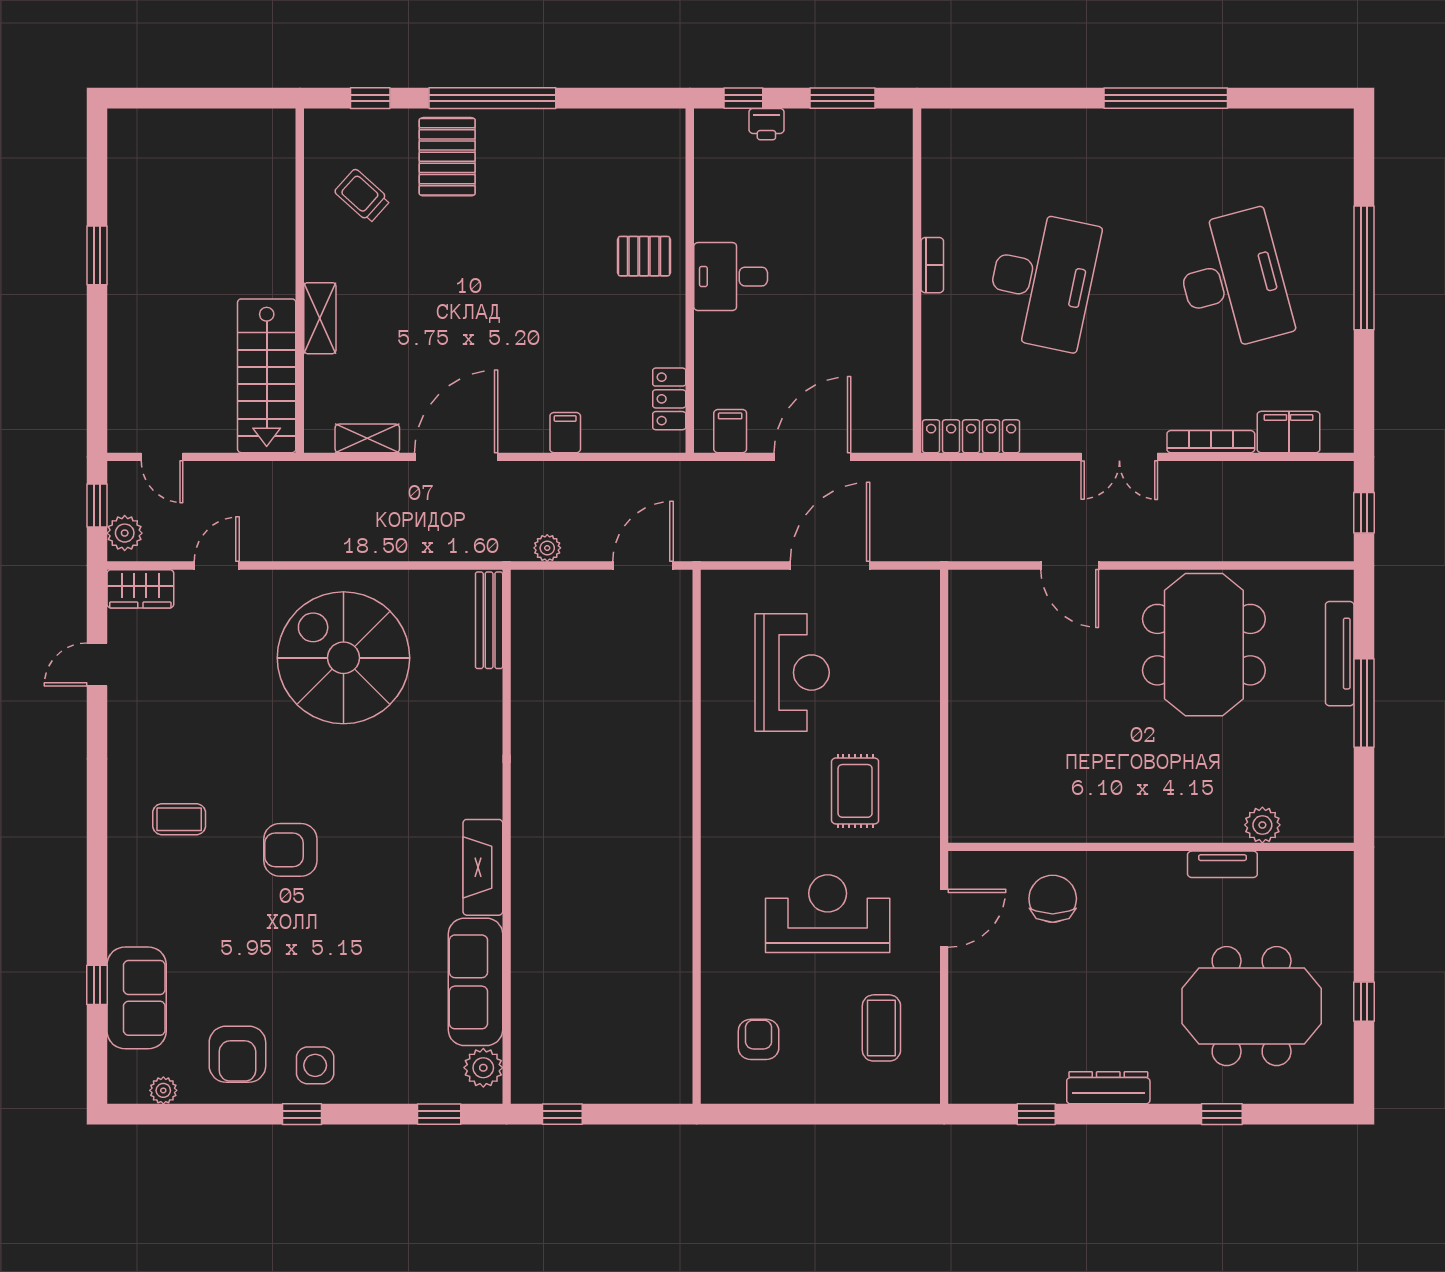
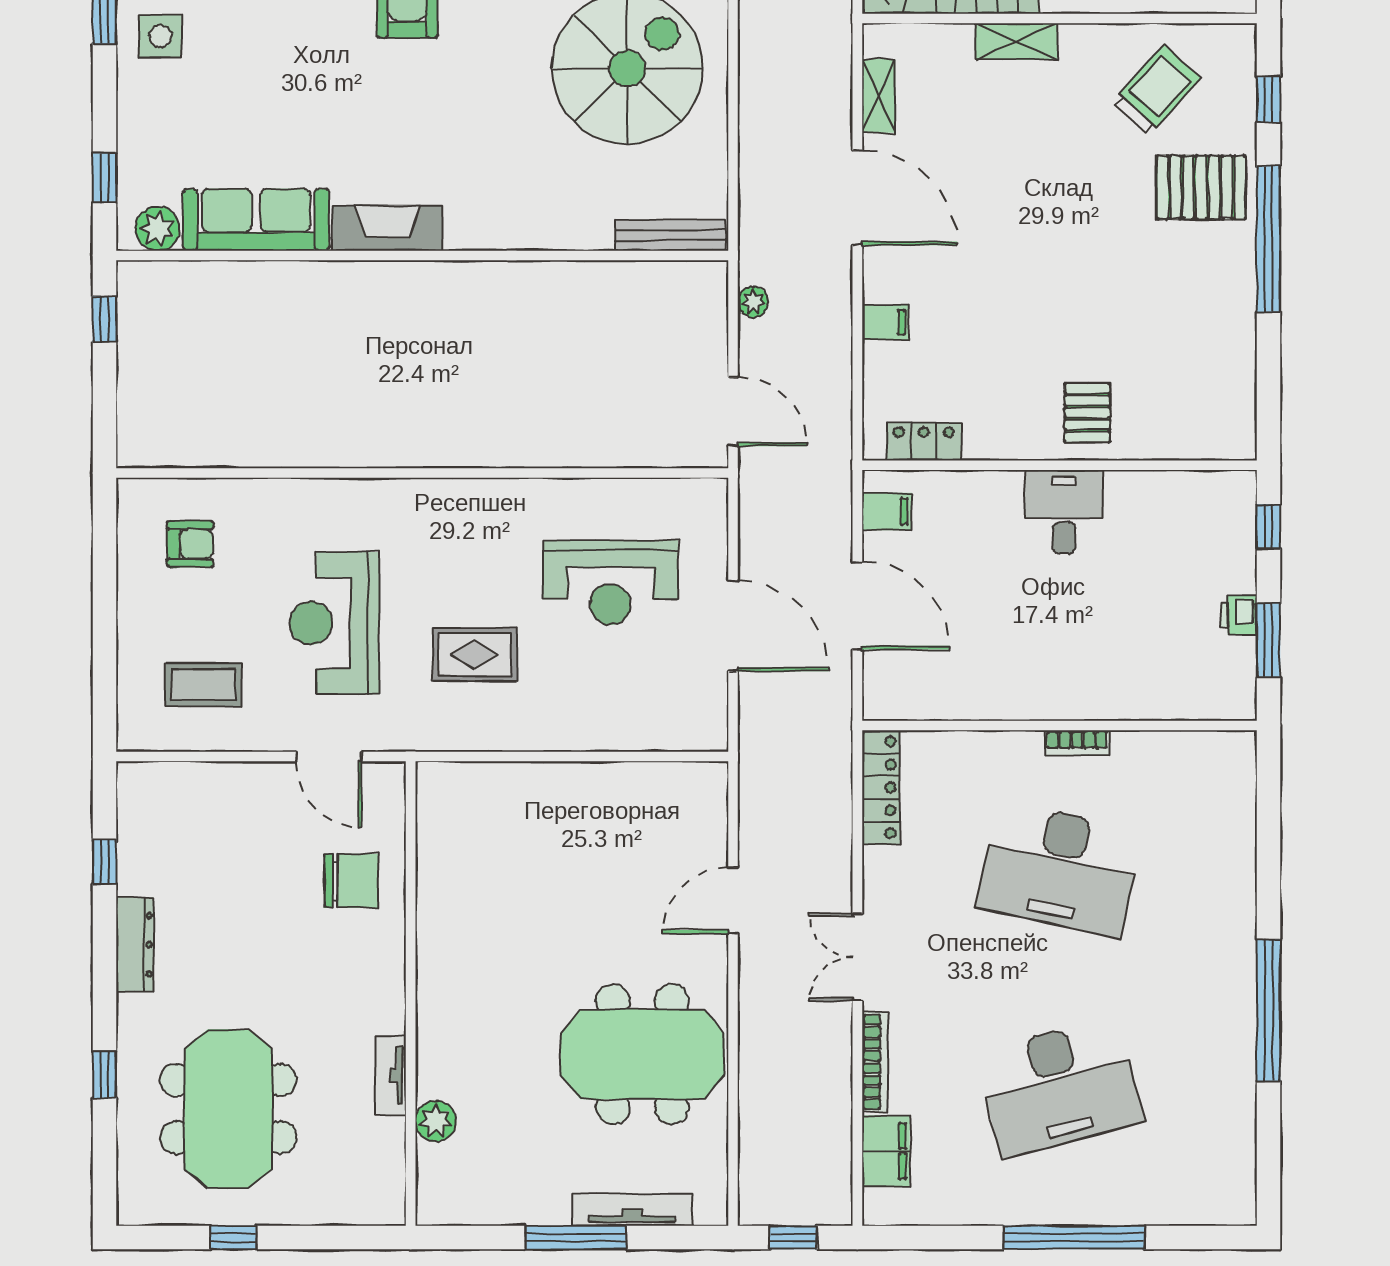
printer: (766, 124) -> (1239, 615), moved
trolley: (362, 196) -> (1156, 90), width x1.36, depth x1.39
reception desk: (828, 914) -> (334, 623), turned 180

